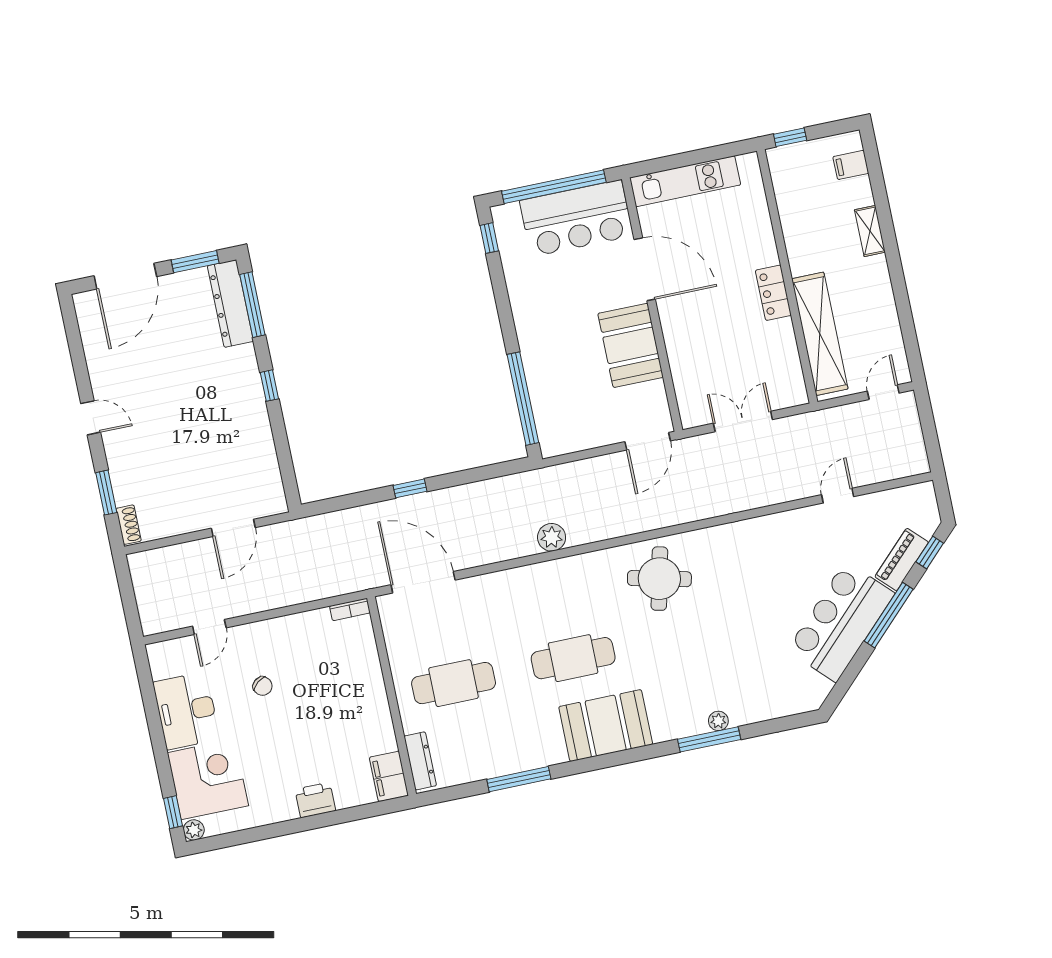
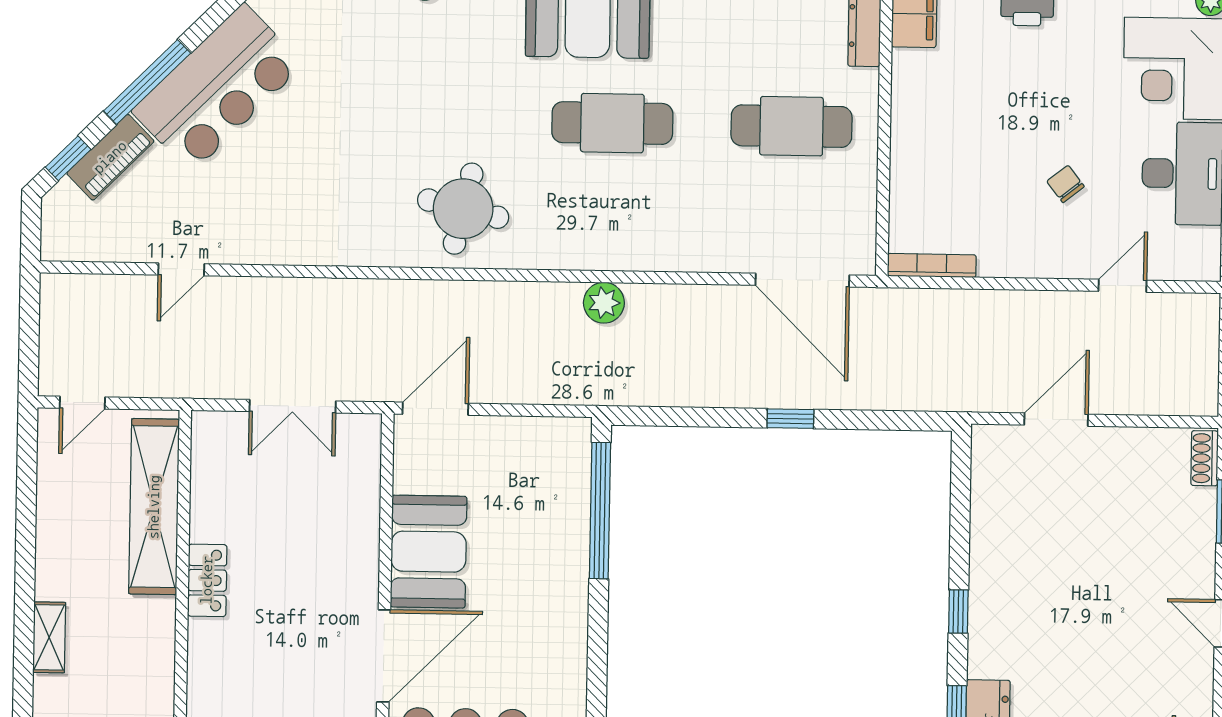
door: (645, 269) -> (384, 656), swing flipped
bookcase: (350, 609) -> (932, 265), width x1.56

